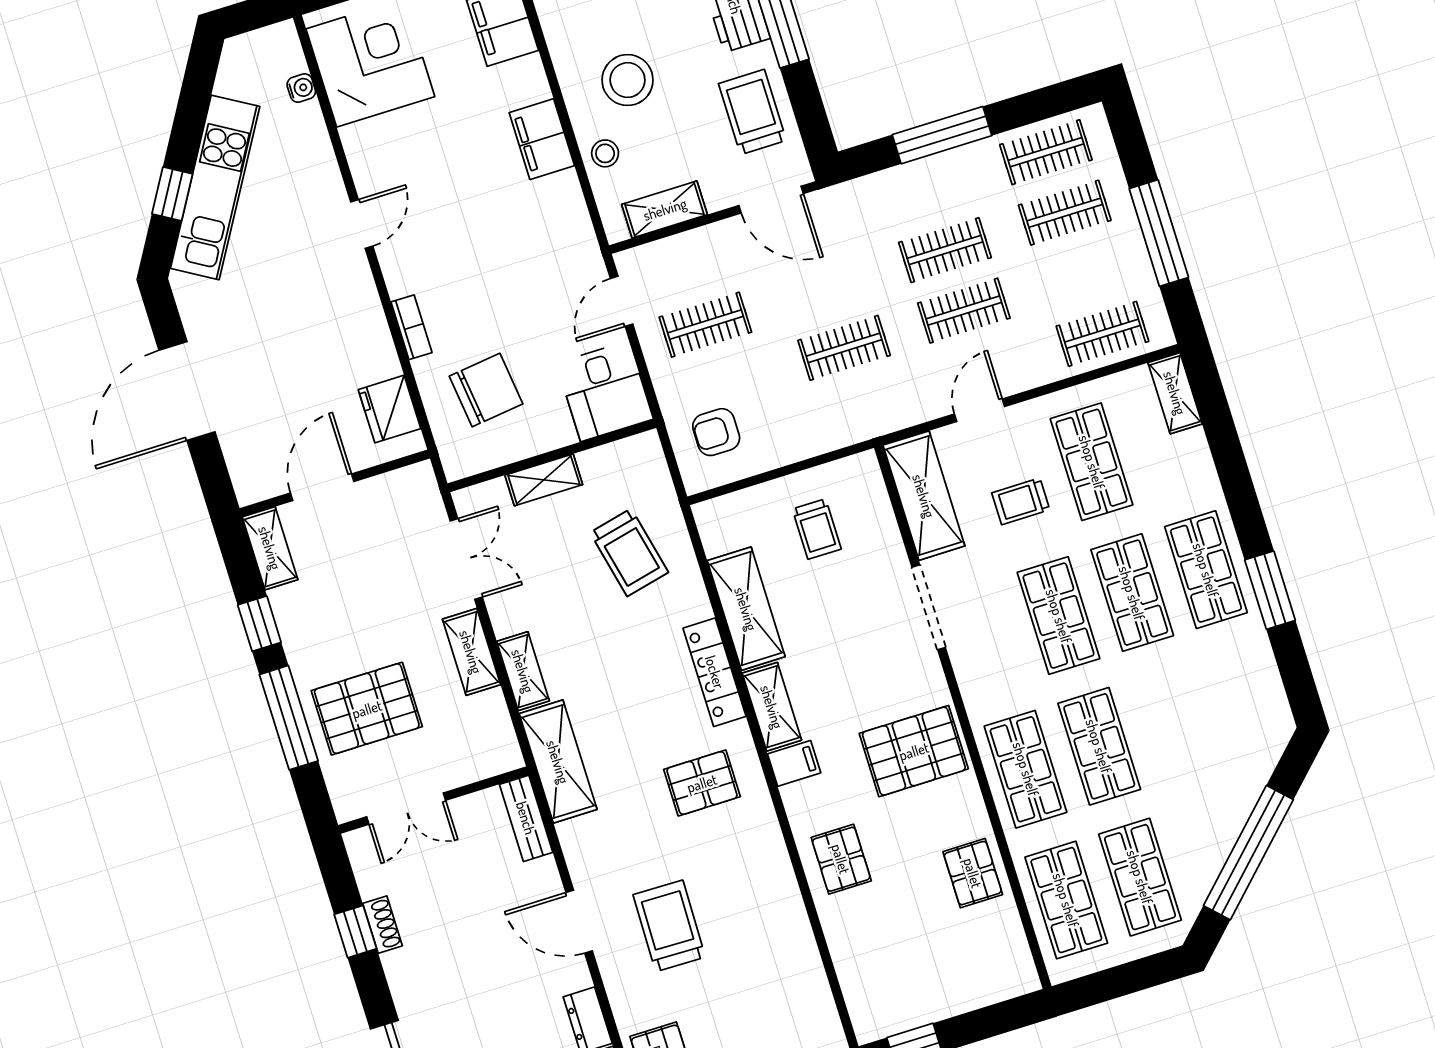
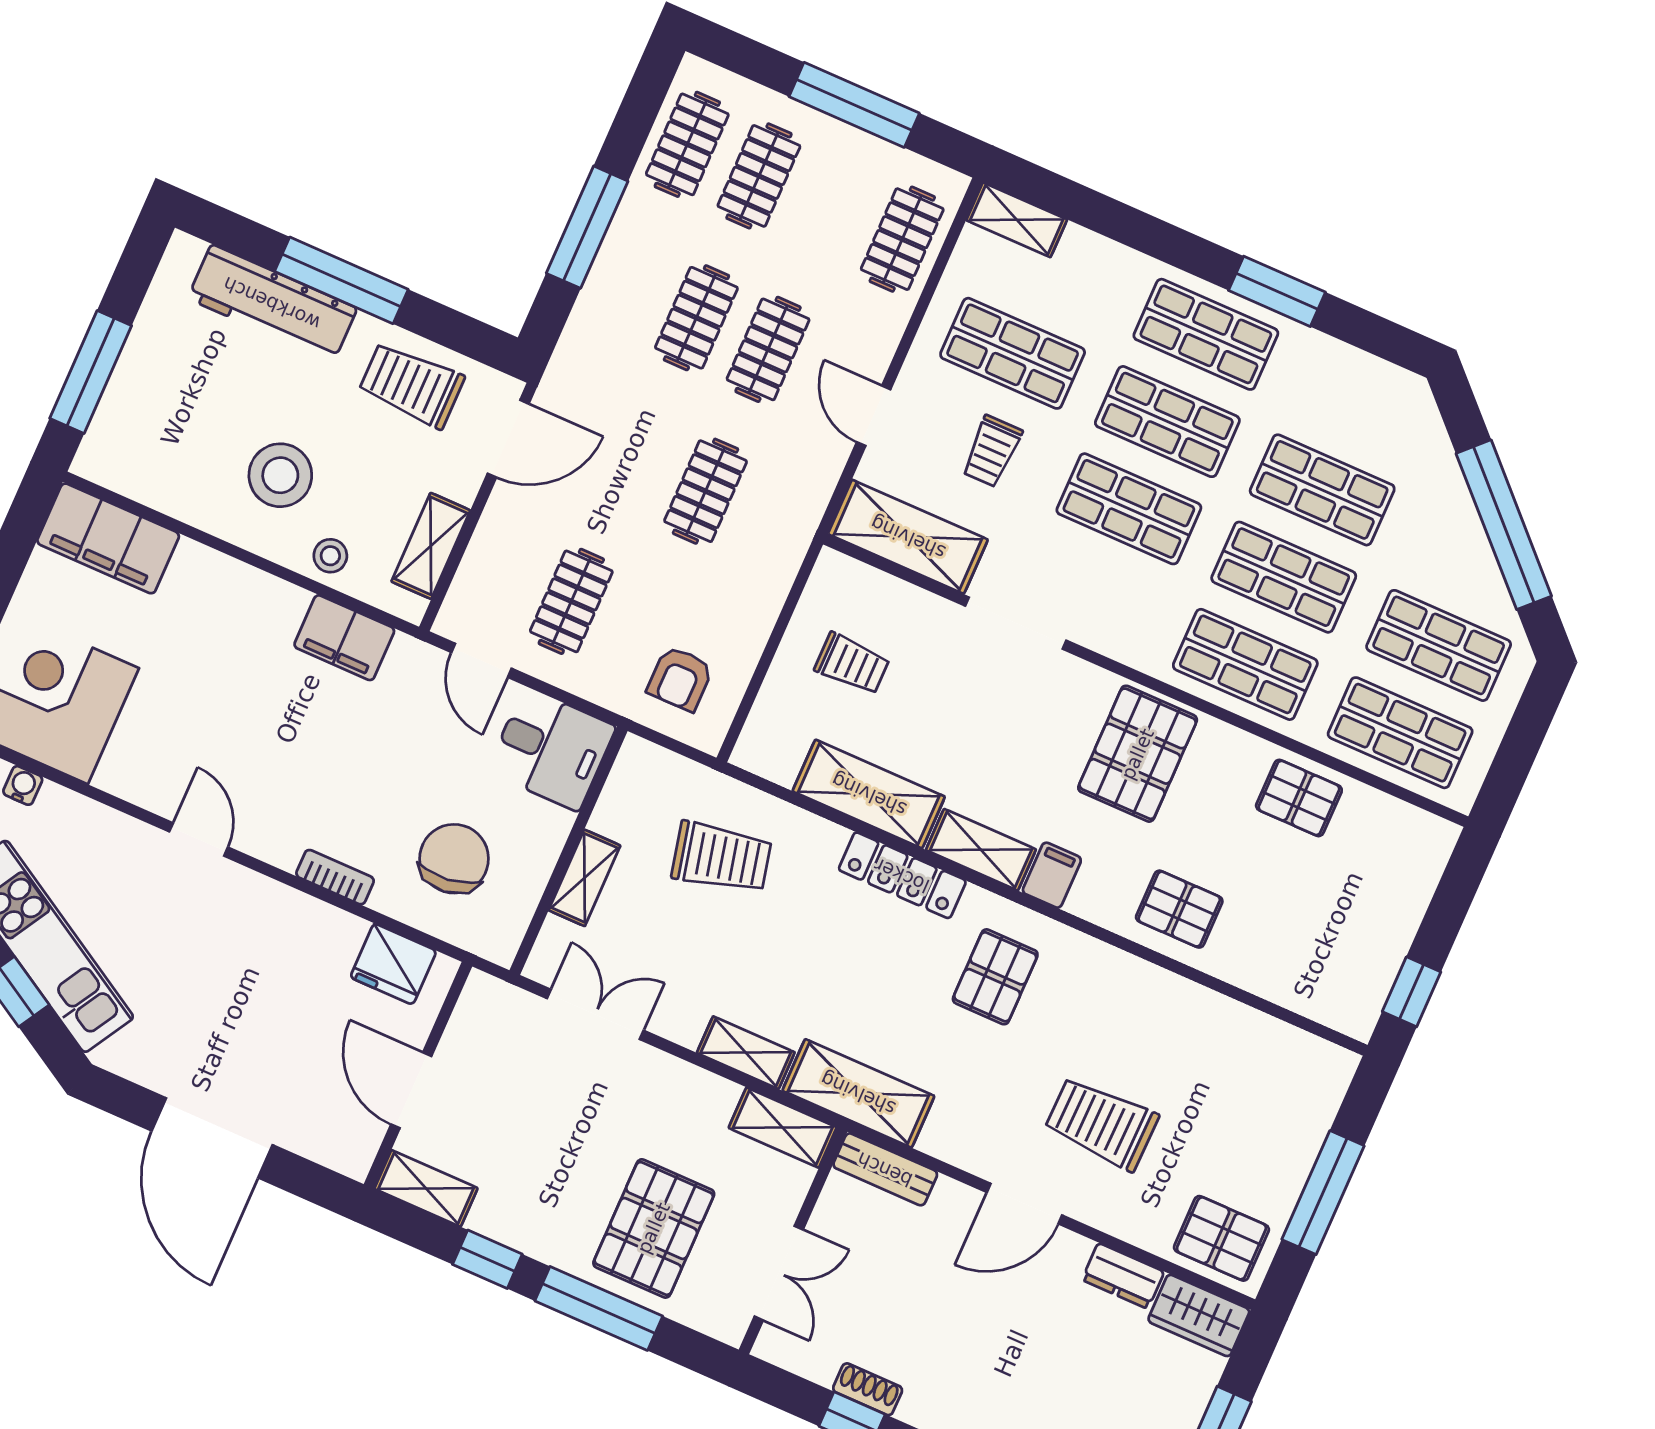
filing cabinet: (542, 139) -> (344, 638), moved
shelving: (471, 652) -> (783, 1128), moved
shop shelf: (1173, 723) -> (1322, 490), added

